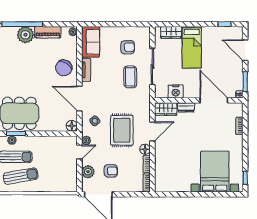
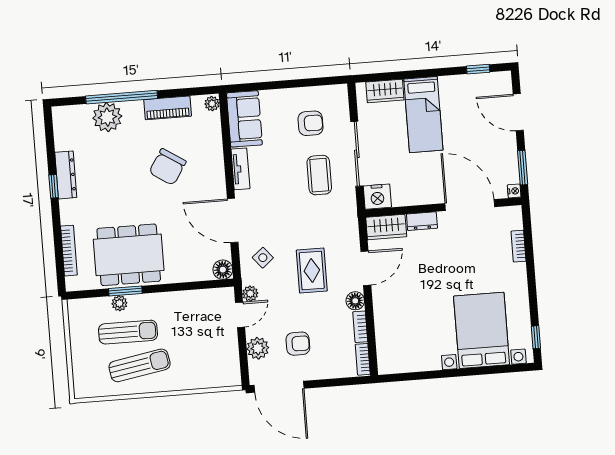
plant: (25, 35) -> (107, 117), moved
chair: (64, 68) -> (168, 167), moved
nightstand: (176, 92) -> (377, 197), moved
rug: (122, 130) -> (312, 271), width x0.73, depth x0.70

